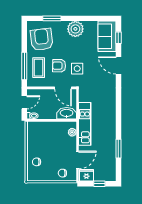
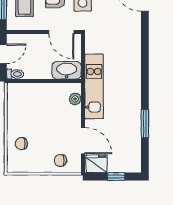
door: (77, 160) -> (83, 141), hinge flipped

